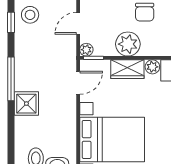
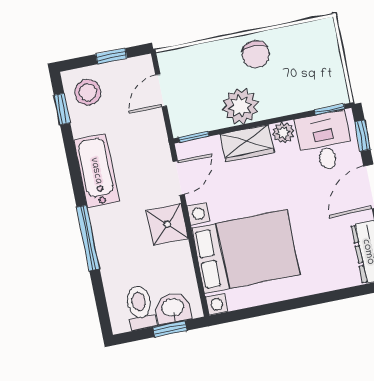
plant: (86, 50) -> (181, 127), removed
bathtub: (25, 67) -> (96, 171), added
window: (11, 79) -> (88, 238), moved
shower: (26, 104) -> (167, 224), moved

